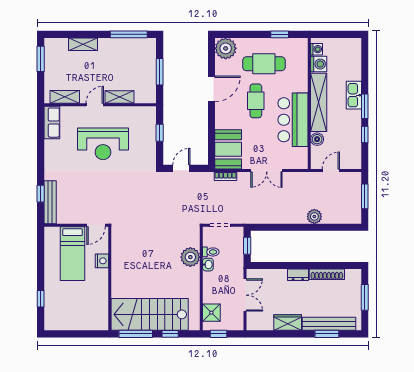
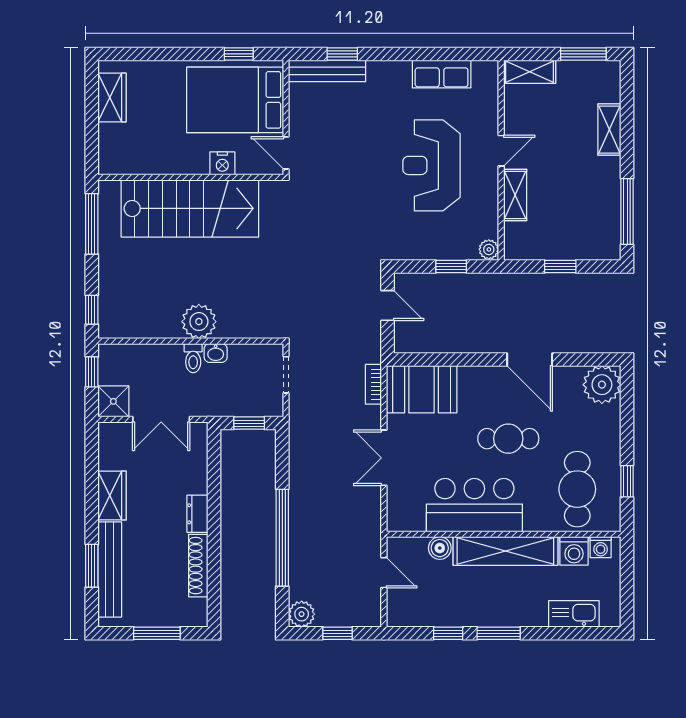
cafe table: (264, 64) -> (577, 489), moved
window: (160, 72) -> (560, 267), width x0.67
kitchen sink: (354, 95) -> (574, 614), moved
shelving: (65, 97) -> (530, 72), moved, turned 90
door: (95, 105) -> (501, 151), hinge flipped
plant: (150, 112) -> (489, 249), added
row of seats: (52, 123) -> (442, 74), moved
window: (365, 196) -> (338, 633), width x0.67
plant: (314, 216) -> (302, 614), moved
window: (311, 227) -> (282, 538), added
toilet: (211, 252) -> (193, 358), moved
bed: (72, 254) -> (235, 100), width x1.50
plant: (190, 257) -> (199, 322), moved
window: (41, 299) -> (239, 54), moved
shower: (211, 313) -> (113, 401), moved
stairs: (150, 314) -> (190, 208), moved, turned 90
wardrobe: (65, 323) -> (112, 97), added
window: (170, 334) -> (92, 310), moved

